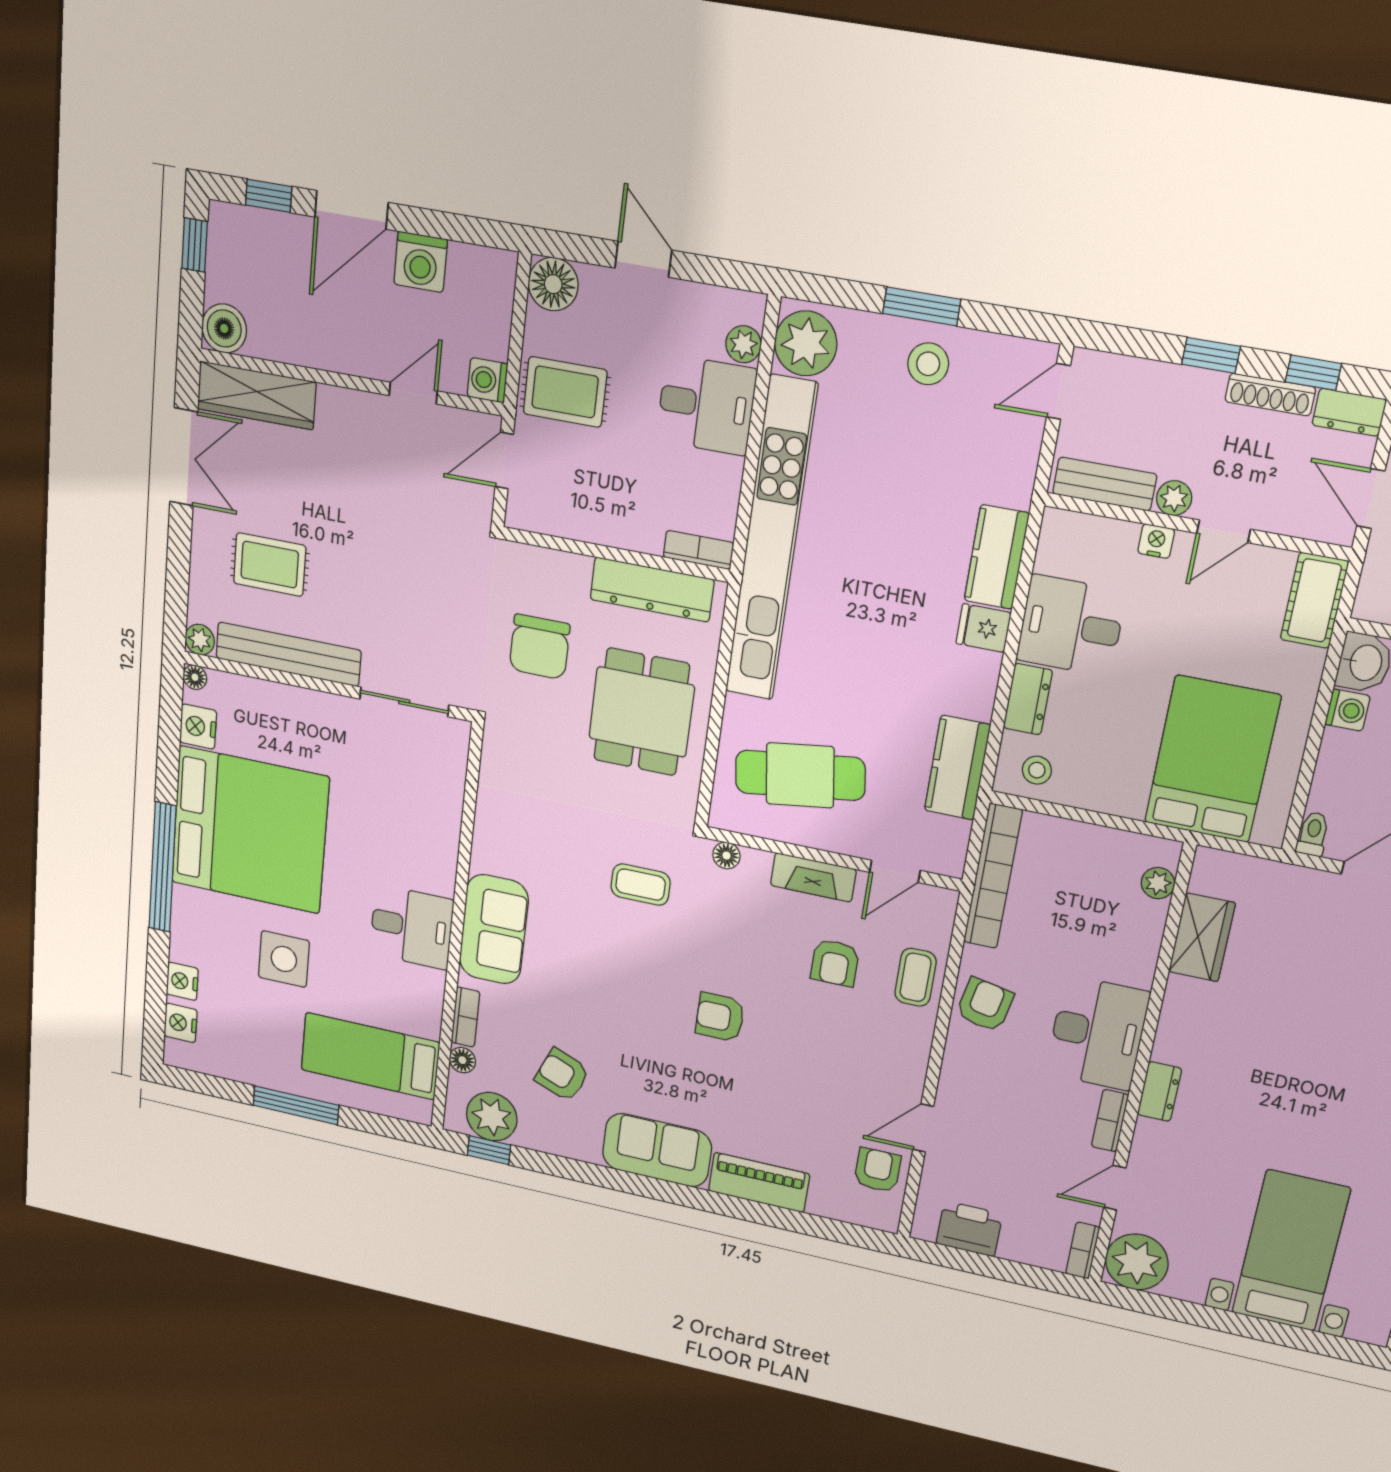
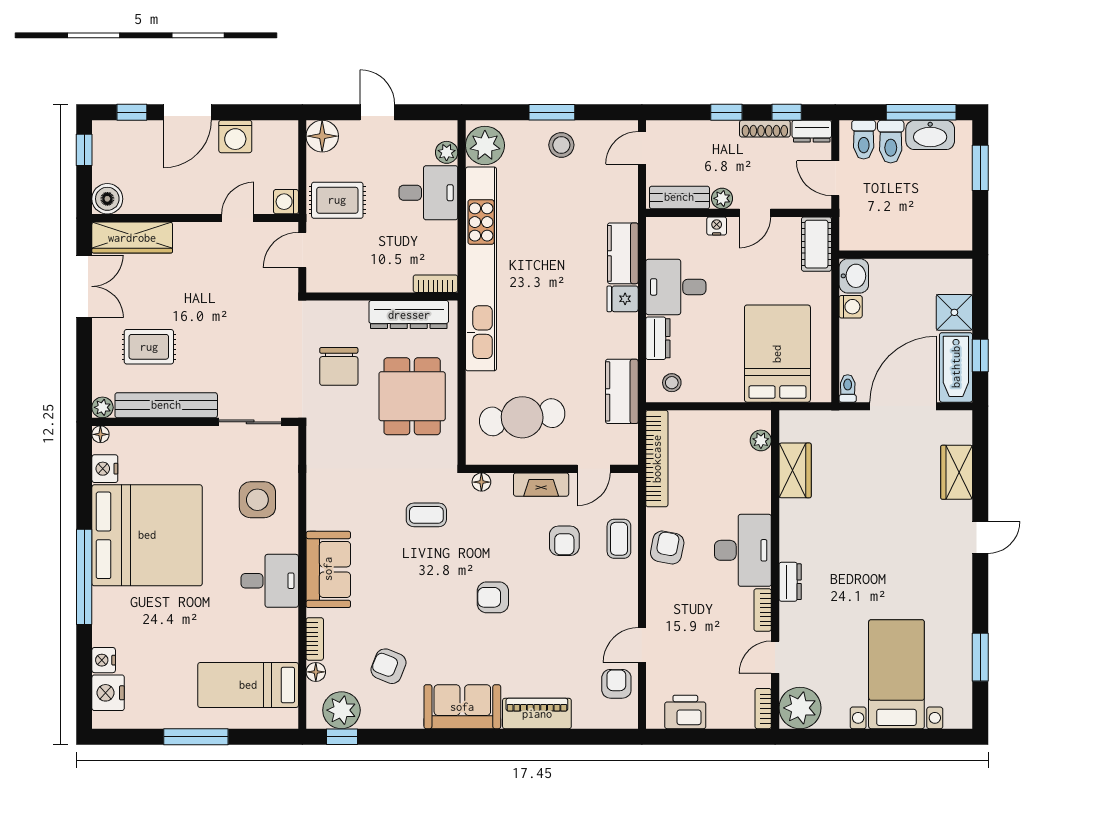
side table: (284, 959) -> (257, 500), moved
nightstand: (181, 1023) -> (108, 693), width x1.36, depth x1.33

